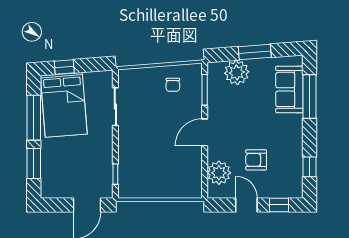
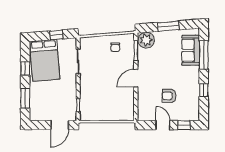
window: (64, 67) -> (56, 35), moved
plant: (237, 73) -> (146, 40), moved
window: (34, 118) -> (25, 69), width x0.46
window: (309, 167) -> (204, 90), moved
plant: (219, 173) -> (145, 104), removed

